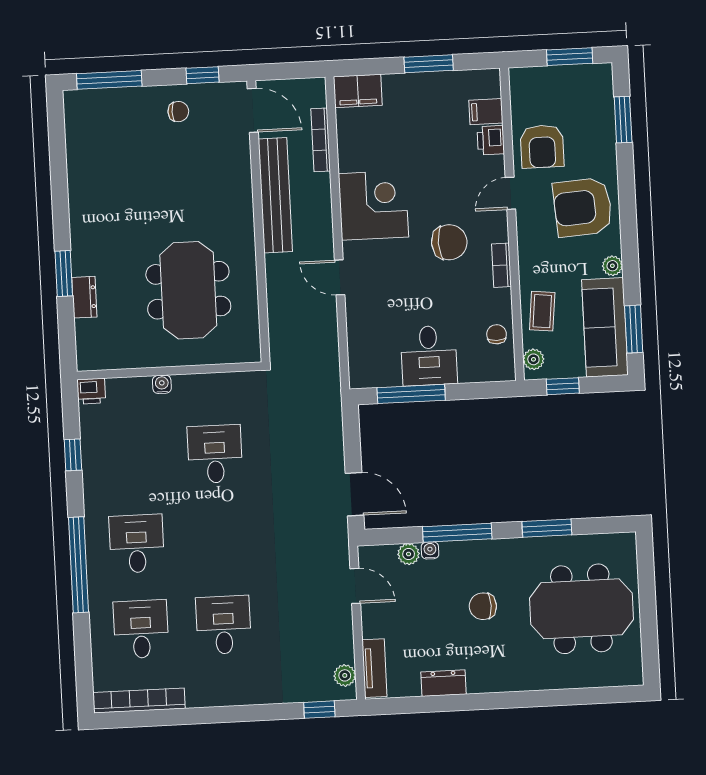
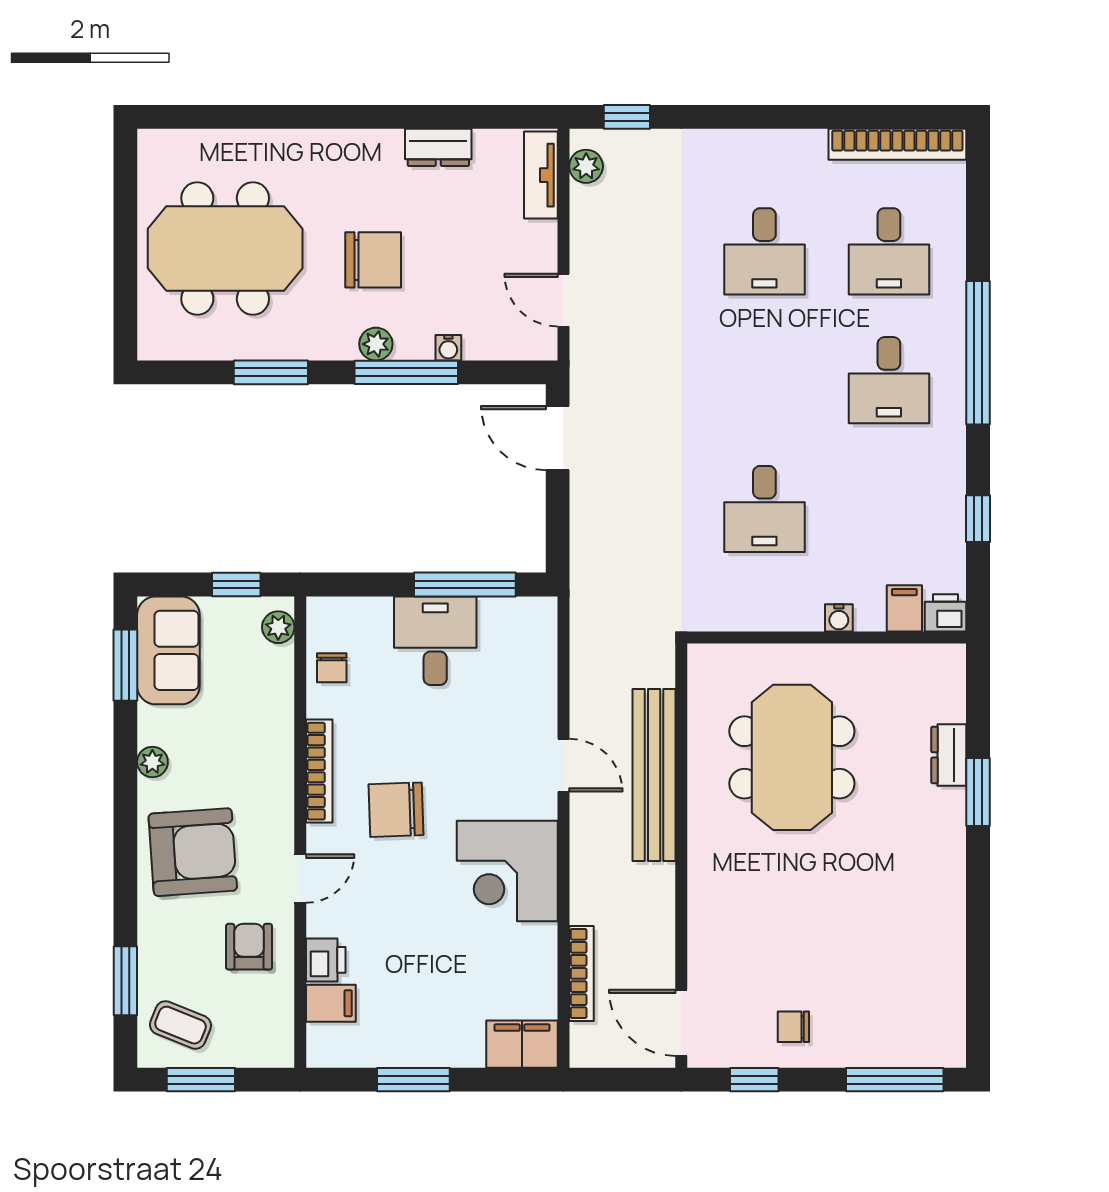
armchair: (542, 146) -> (249, 947), width x0.72, depth x0.72
bench: (275, 195) -> (654, 775), moved
bookcase: (501, 265) -> (319, 771), width x1.56
coffee table: (542, 311) -> (180, 1025), moved, turned -74
sofa: (605, 327) -> (168, 650), width x0.73
filing cabinet: (119, 393) -> (904, 608), added
plant: (409, 554) -> (376, 344), moved
chair: (483, 606) -> (373, 260), width x1.37, depth x1.37

